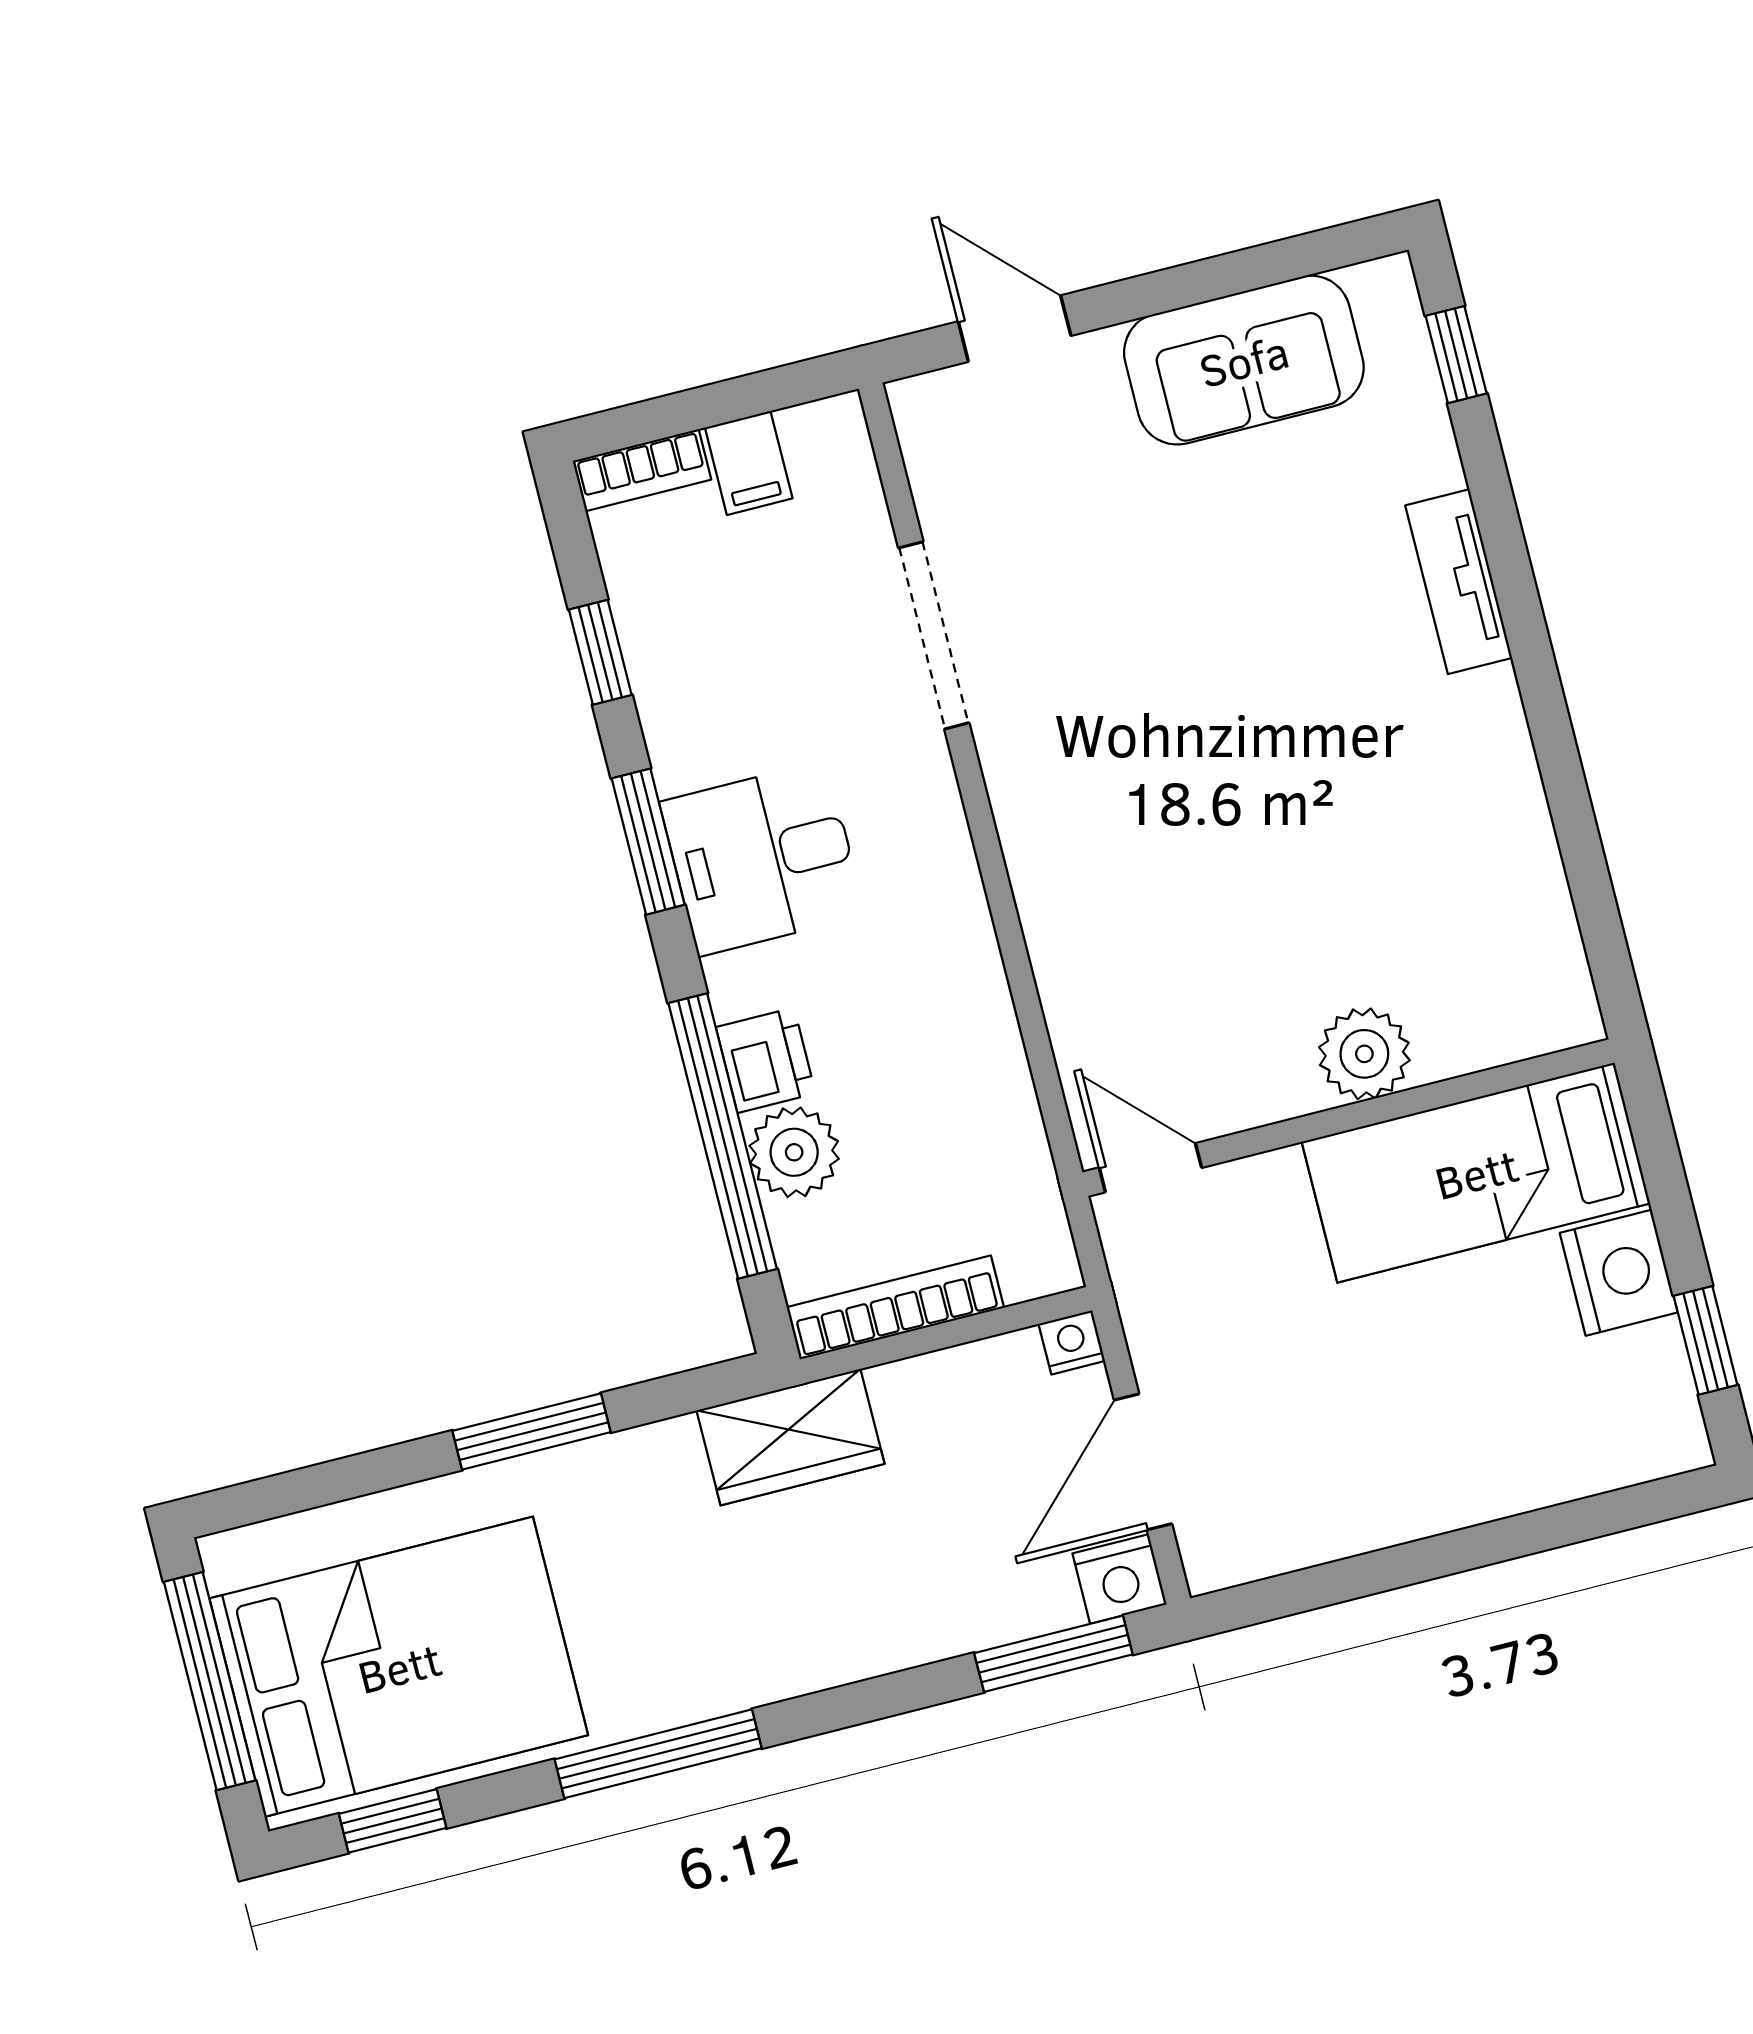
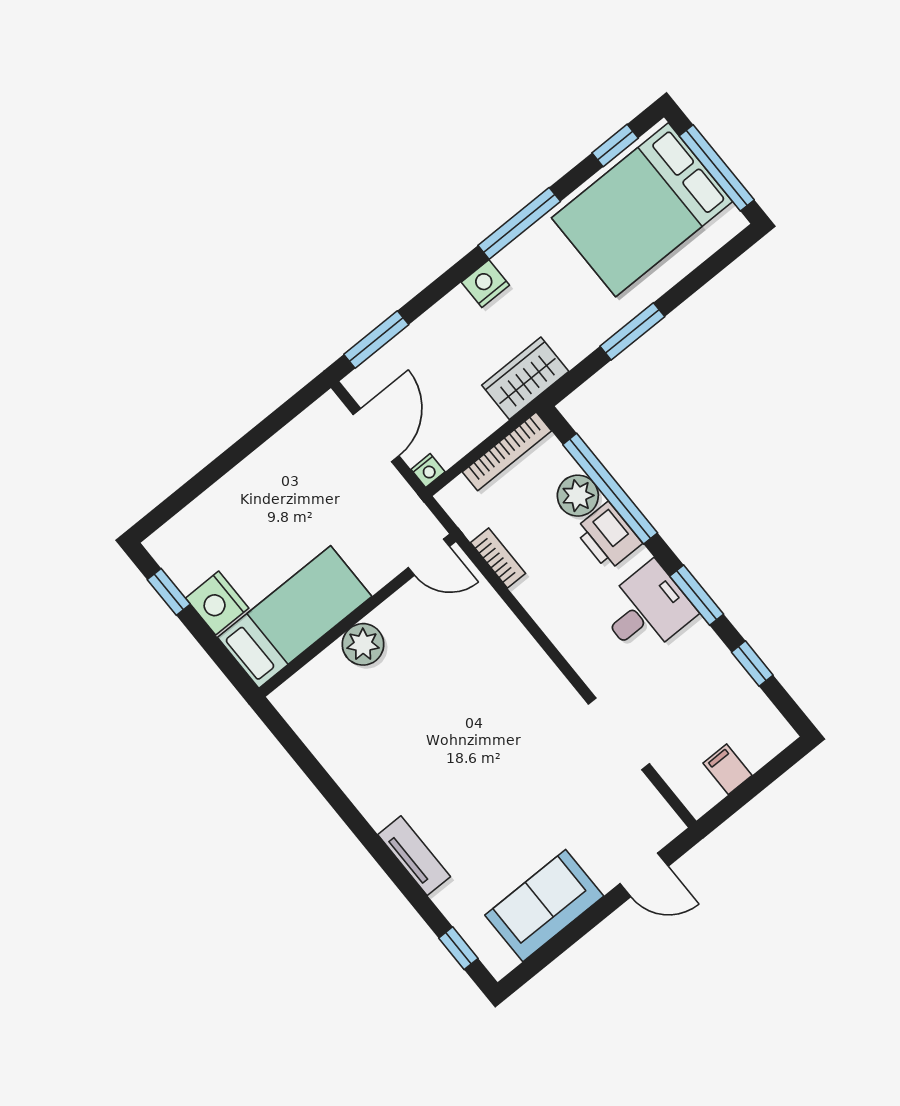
bookcase: (642, 470) -> (498, 558), moved, turned 90
printer: (766, 1060) -> (608, 536), width x1.36, depth x1.24
nightstand: (1120, 1579) -> (485, 284), moved

